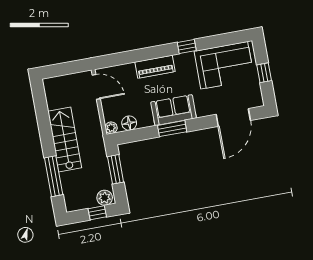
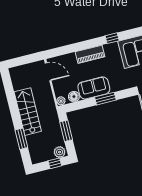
sofa: (174, 110) -> (94, 88), moved
window: (54, 176) -> (21, 139), width x0.69

